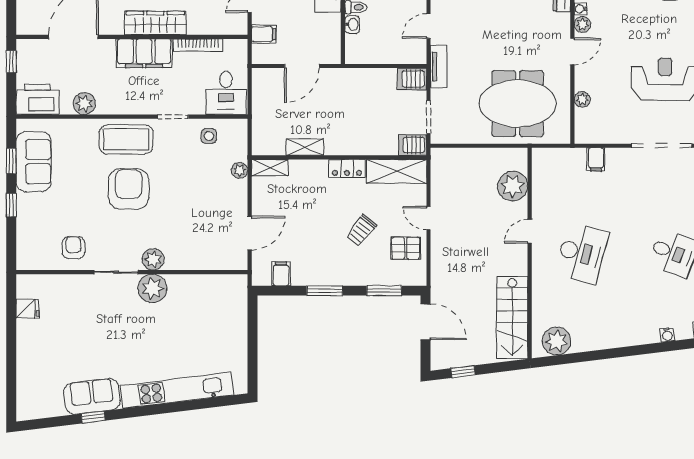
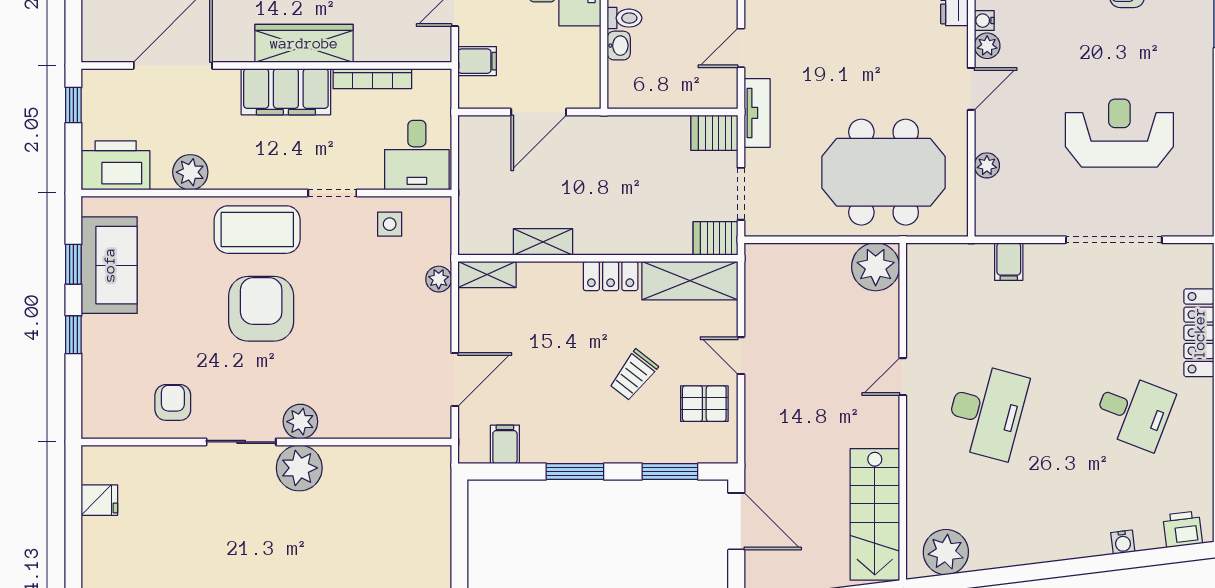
plant: (513, 186) -> (876, 267), moved

